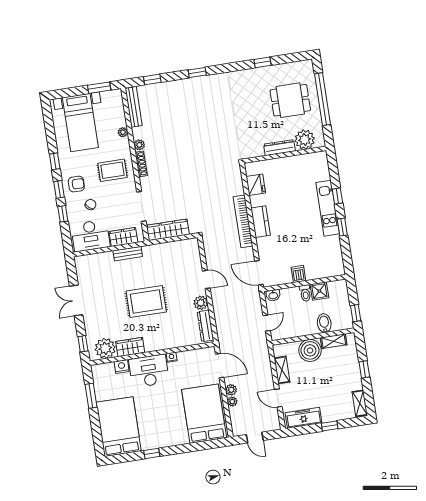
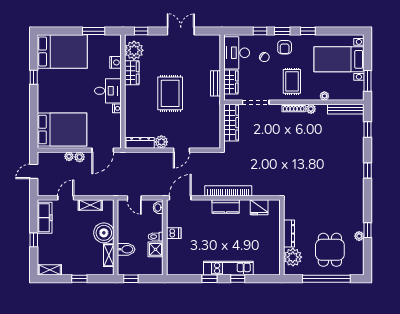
plant: (270, 71) -> (359, 236), added
desk: (149, 371) -> (108, 91), width x0.73

